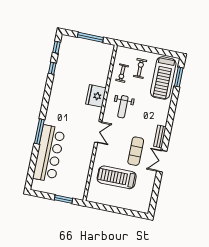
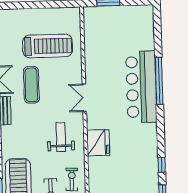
window: (39, 132) -> (159, 81), width x1.46
bar counter: (49, 154) -> (141, 87), moved

